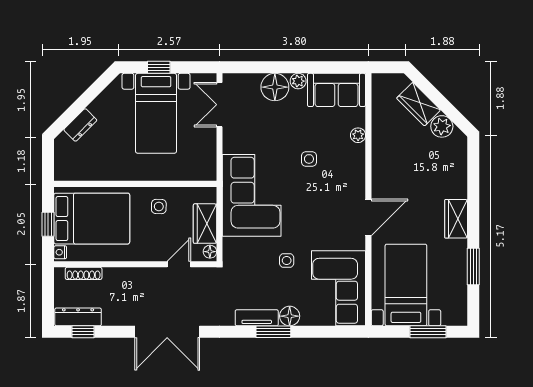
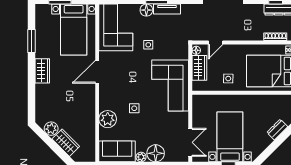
plant: (358, 135) -> (108, 119), width x1.88, depth x1.88

